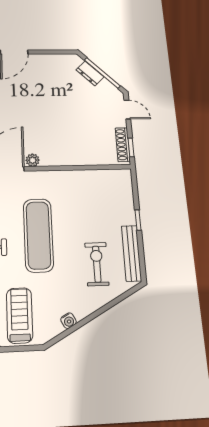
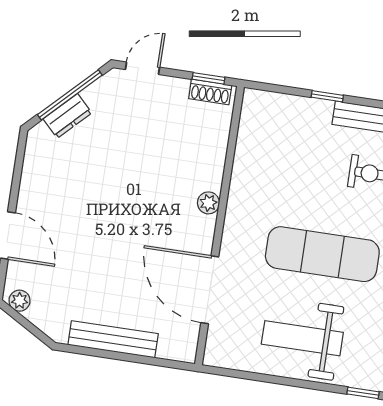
shoe rack: (123, 145) -> (210, 92), width x0.70
plant: (33, 160) -> (208, 203), moved

